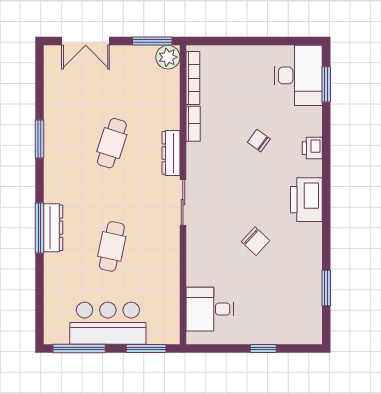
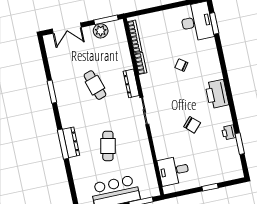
plant: (168, 57) -> (101, 31), moved
cafe table: (112, 143) -> (95, 85), turned -36
printer: (312, 148) -> (229, 132), moved

